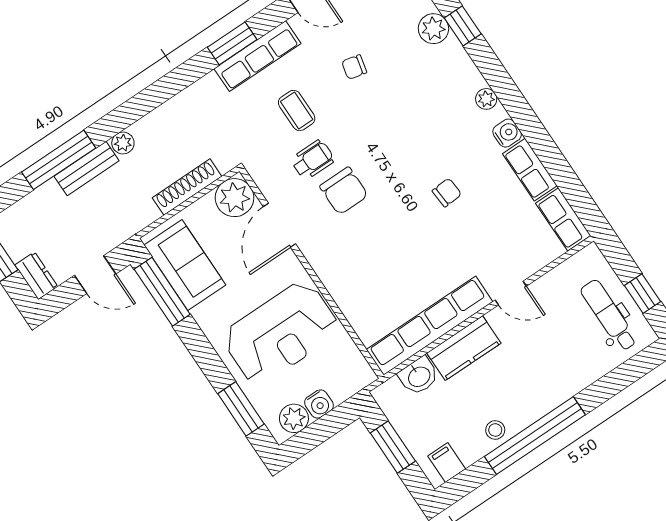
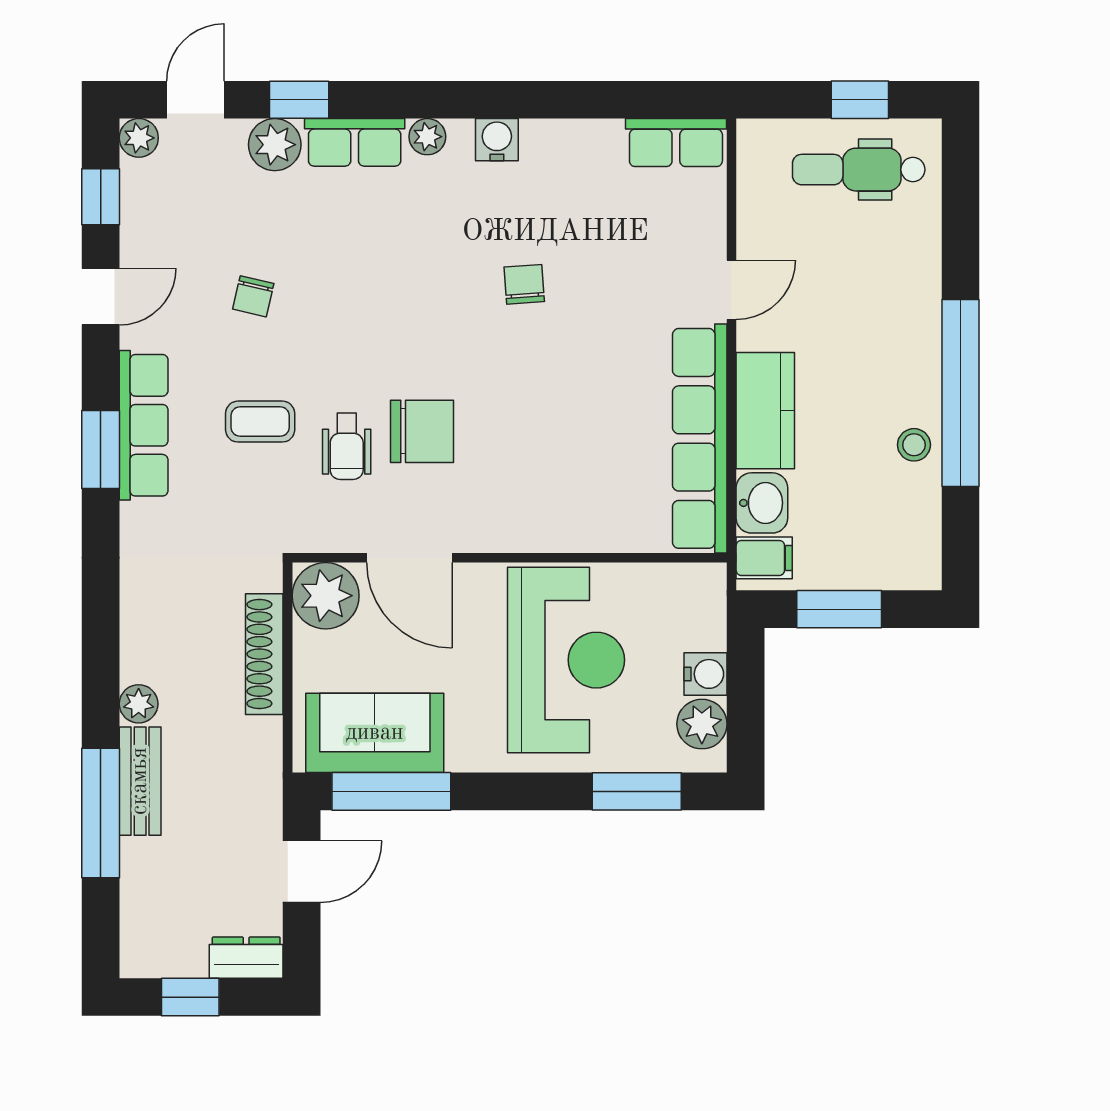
wheelchair: (313, 160) -> (347, 446), turned 180
row of seats: (530, 170) -> (355, 142), moved
filing cabinet: (447, 463) -> (764, 558), moved, turned 180

